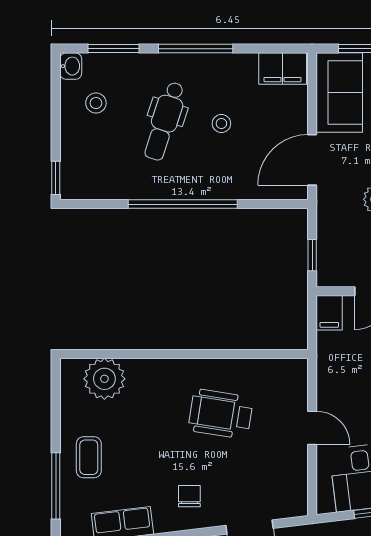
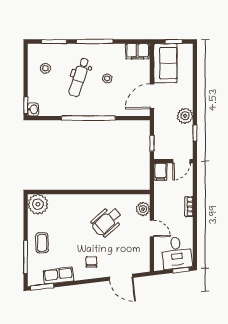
washbasin: (71, 66) -> (33, 109), moved
plant: (104, 379) -> (38, 204), moved
plant: (294, 389) -> (143, 209), added
wheelchair: (221, 414) -> (107, 222), turned -51

